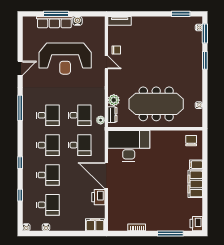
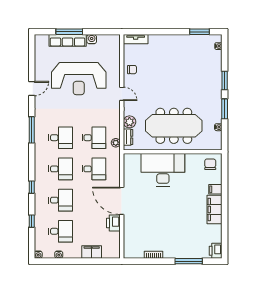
window: (205, 33) -> (225, 109), moved
door: (106, 62) -> (122, 94), moved
desk: (129, 146) -> (163, 170), moved
filing cabinet: (95, 225) -> (92, 252), moved

